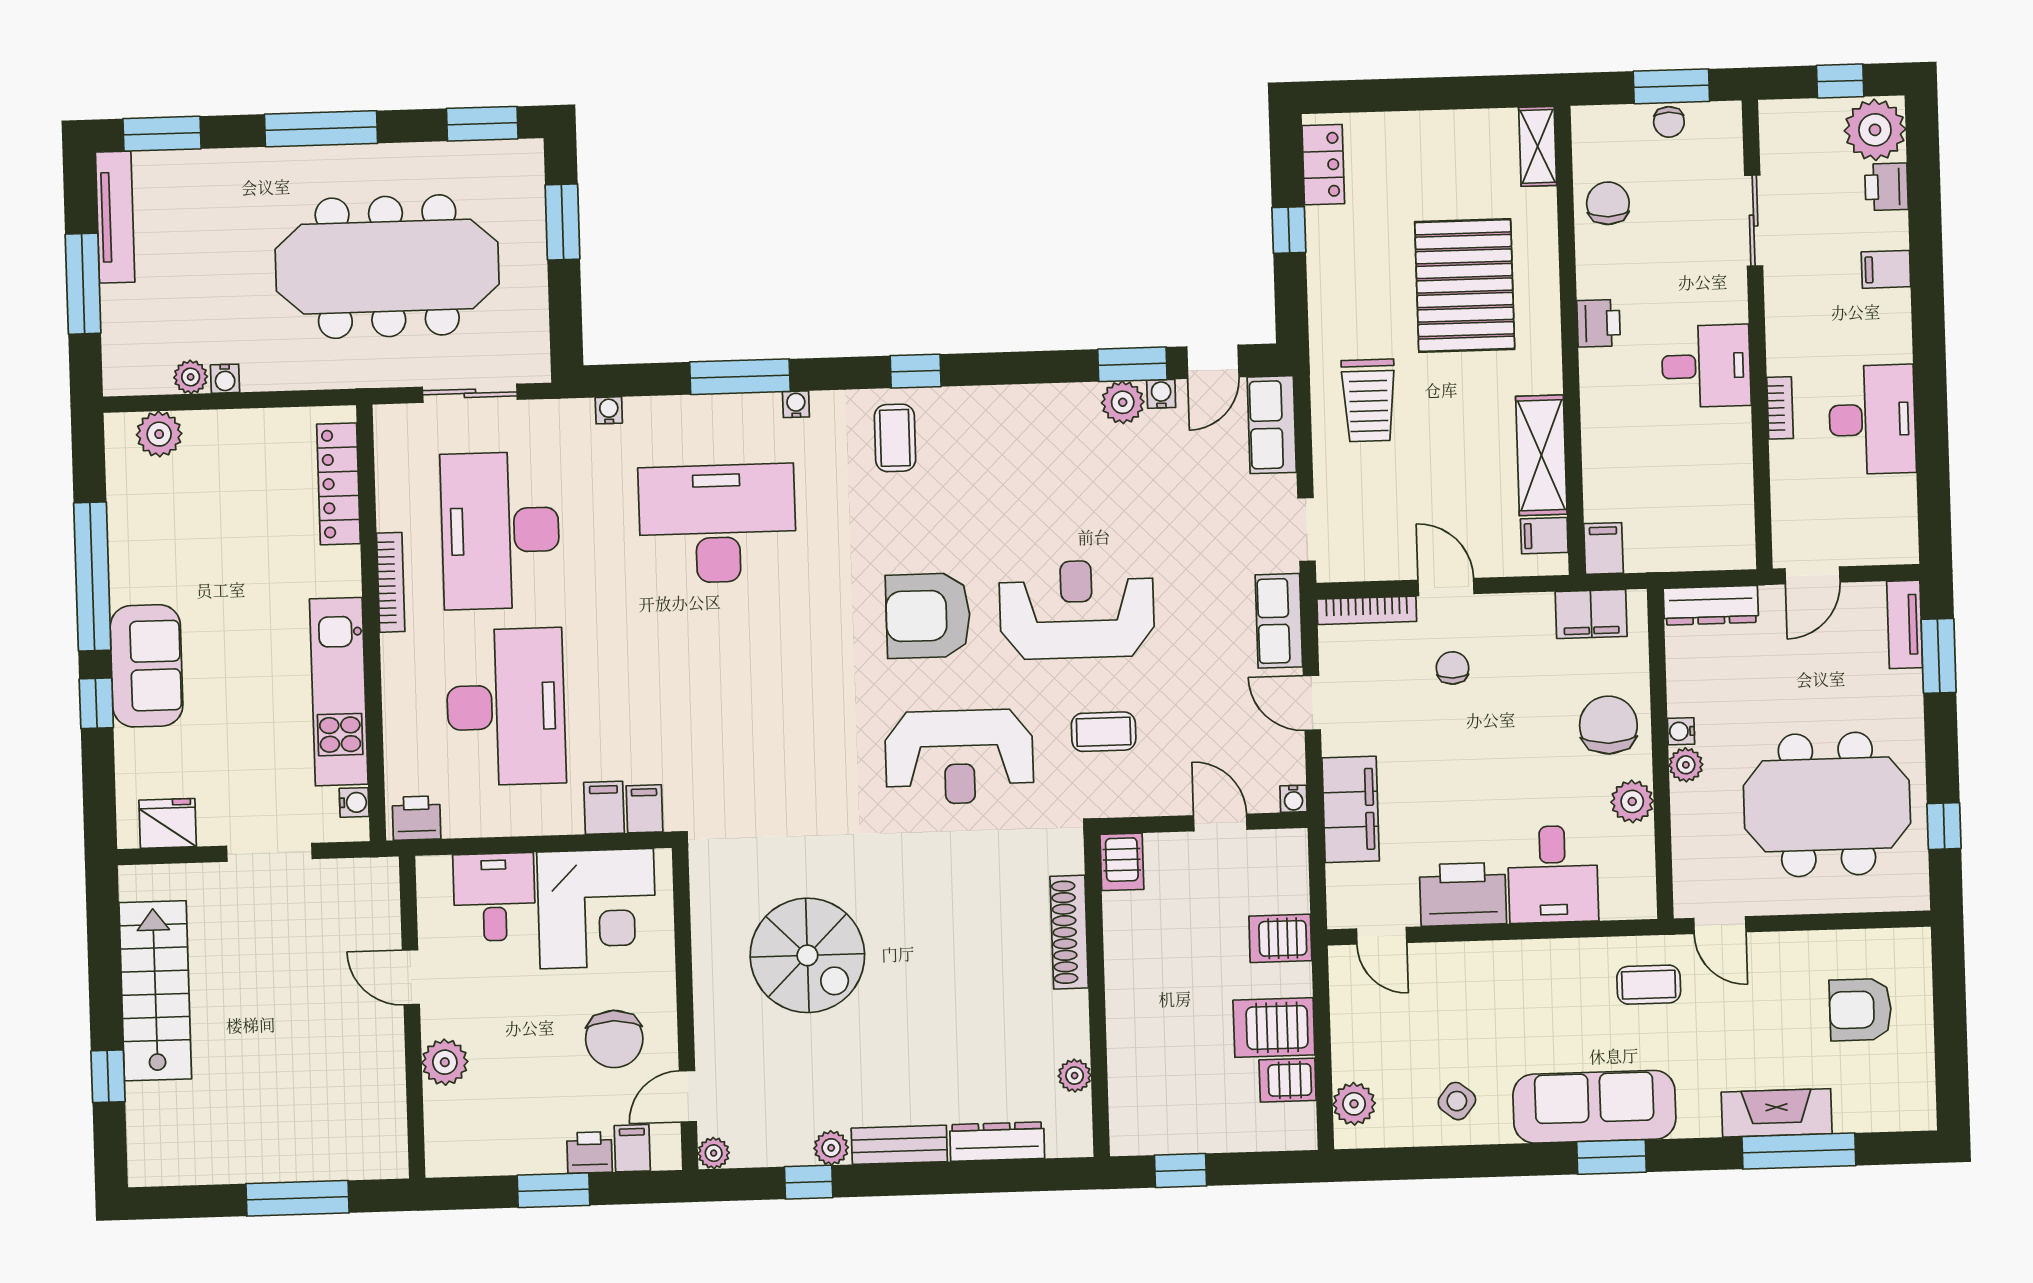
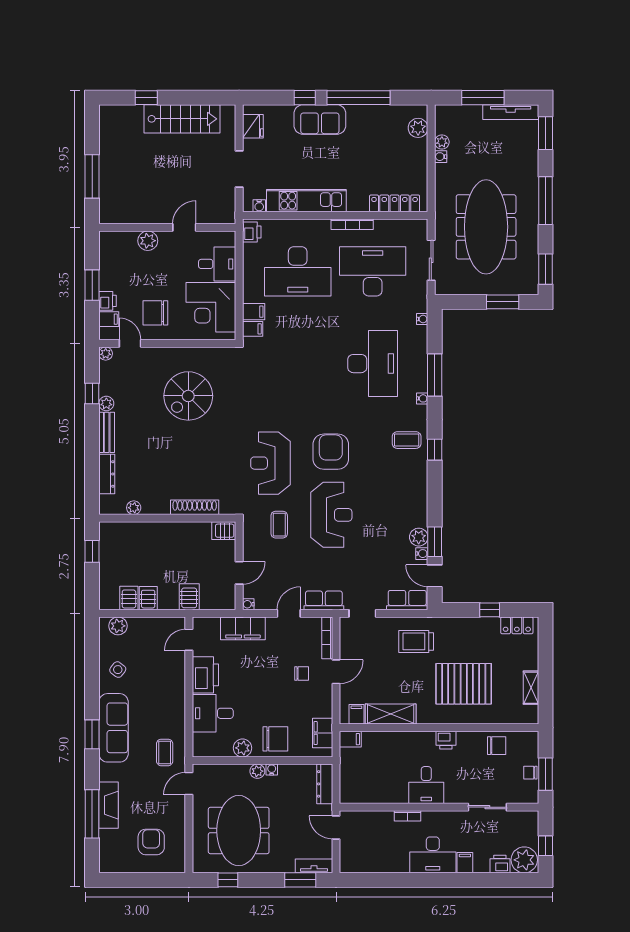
shelving: (1538, 146) -> (531, 688), moved, turned 90
desk: (1872, 420) -> (433, 855), moved
server rack: (1274, 1028) -> (148, 598), width x0.73, depth x0.70

